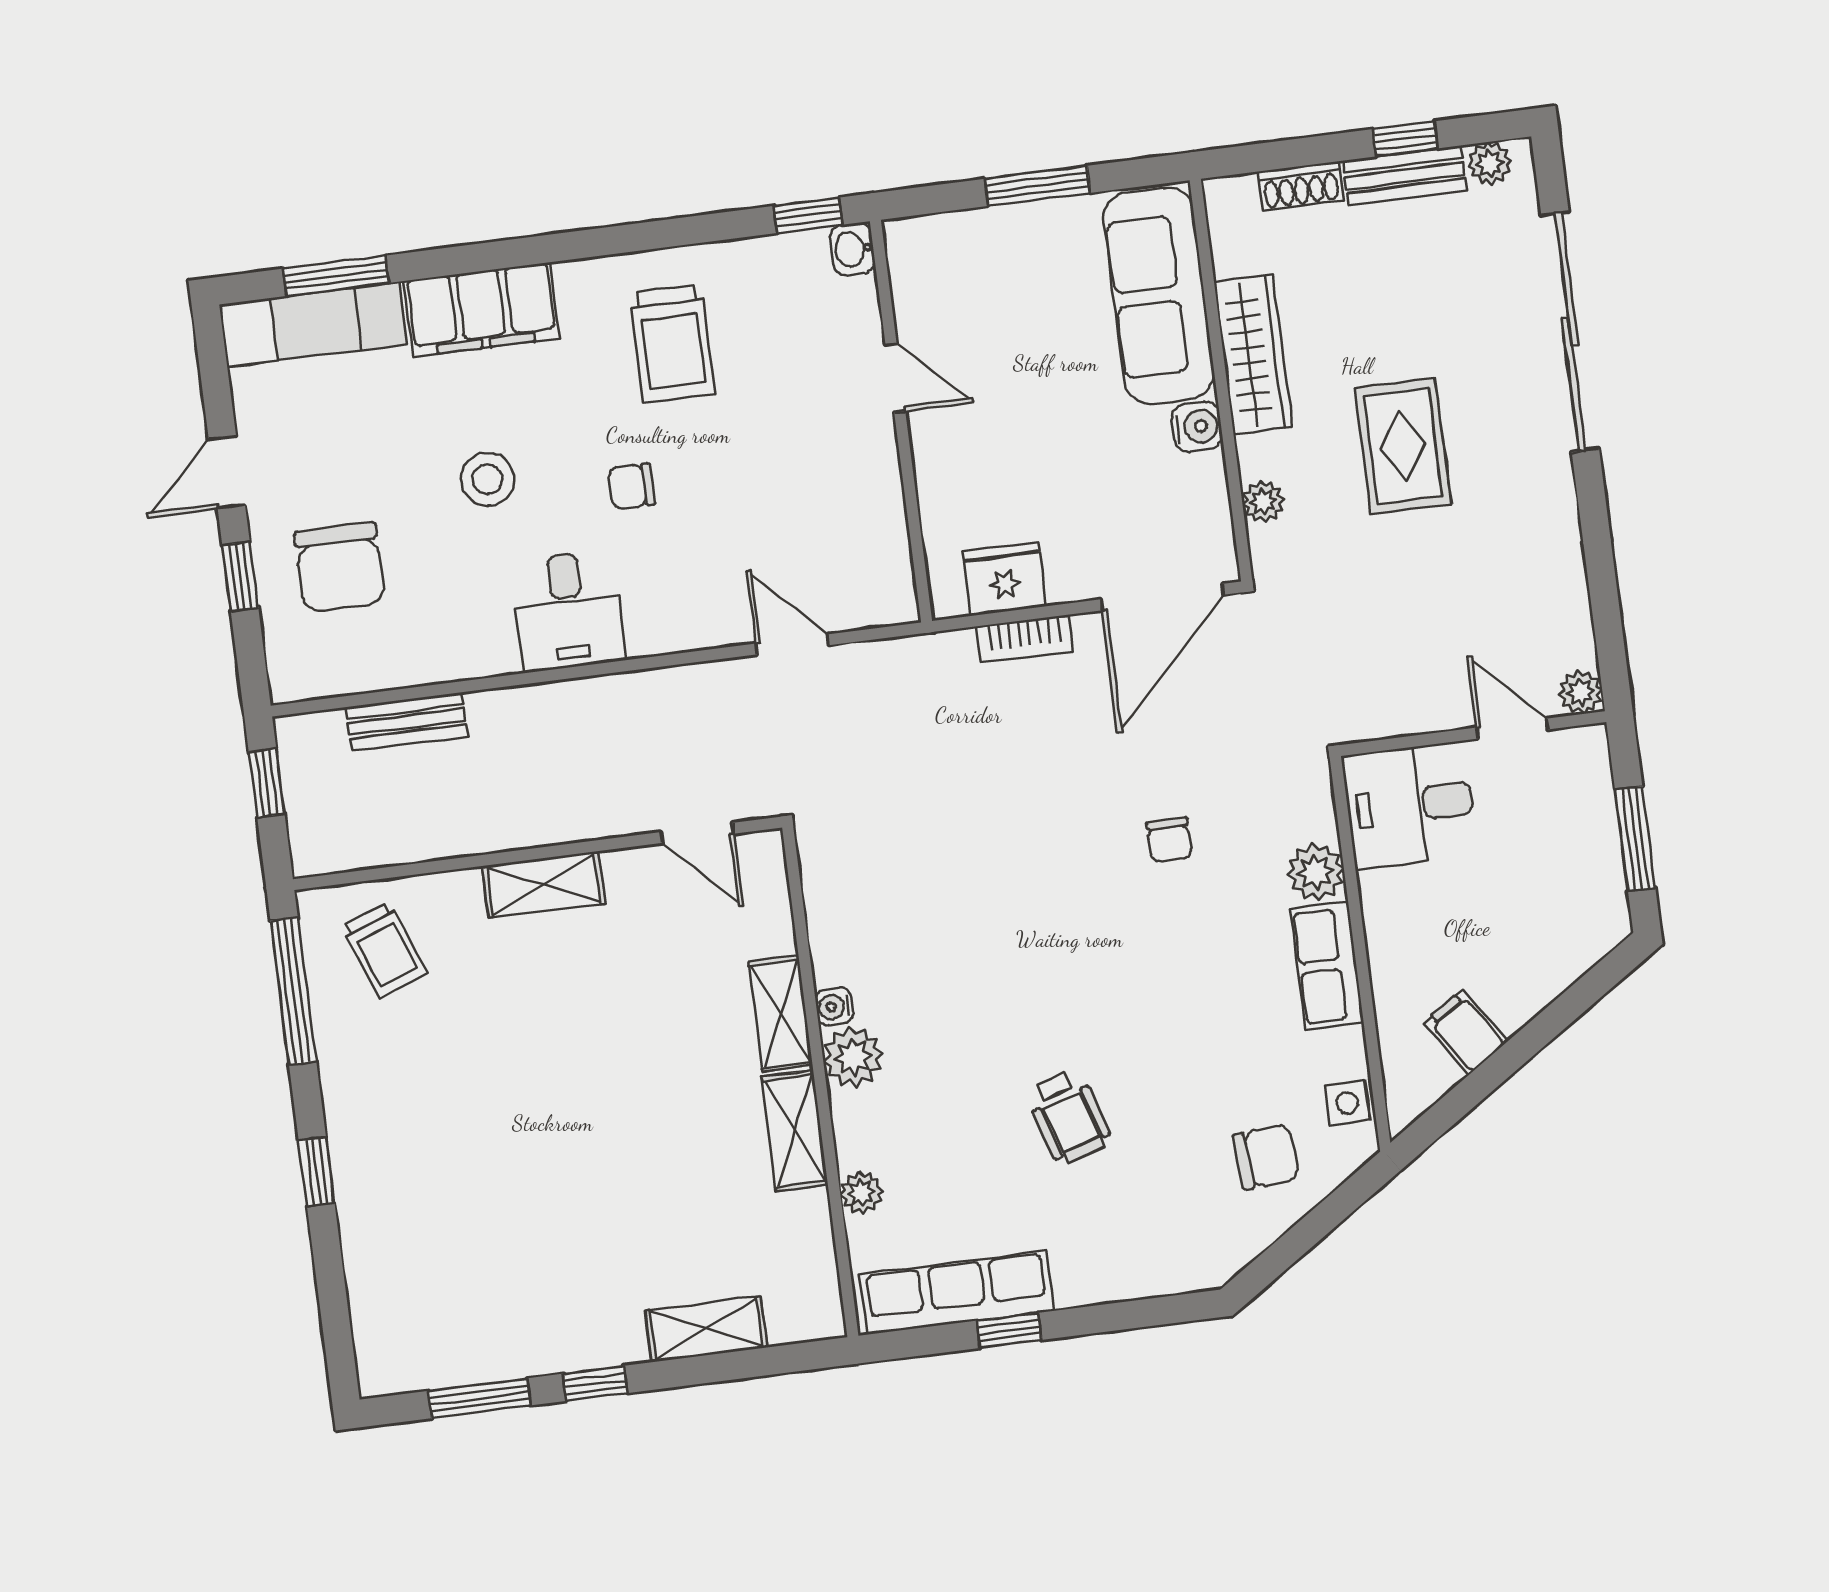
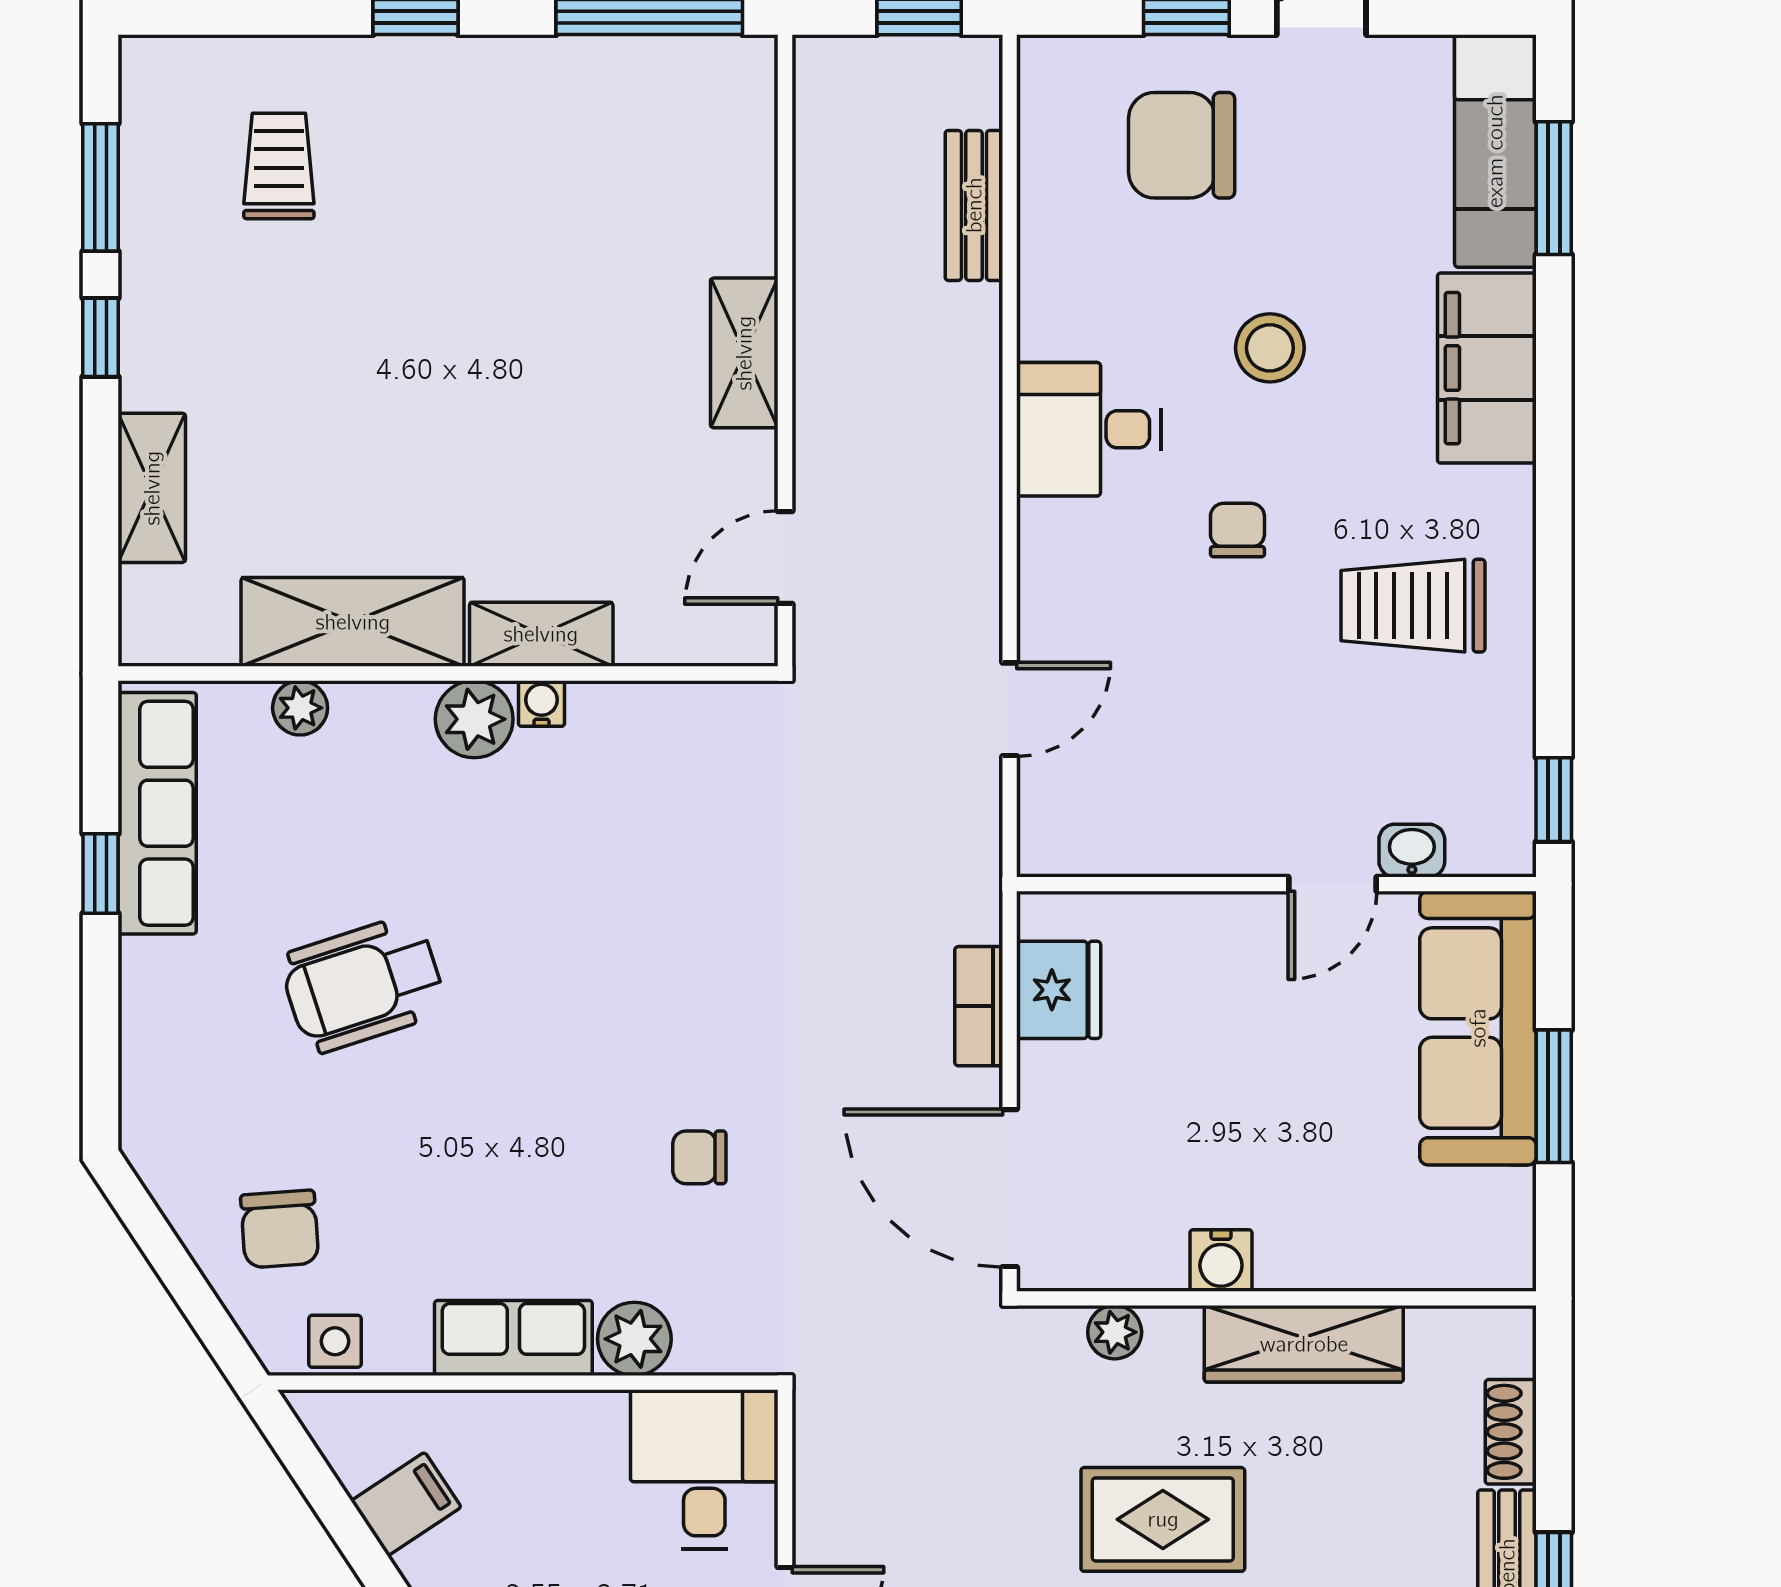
washbasin: (853, 249) -> (1412, 851), moved
sofa: (1159, 295) -> (1478, 1028), moved, turned -90
trolley: (384, 950) -> (279, 166), moved, turned 111
wheelchair: (1069, 1117) -> (363, 984), width x1.36, depth x1.37
shelving: (795, 1131) -> (353, 622), width x1.50, depth x1.33

